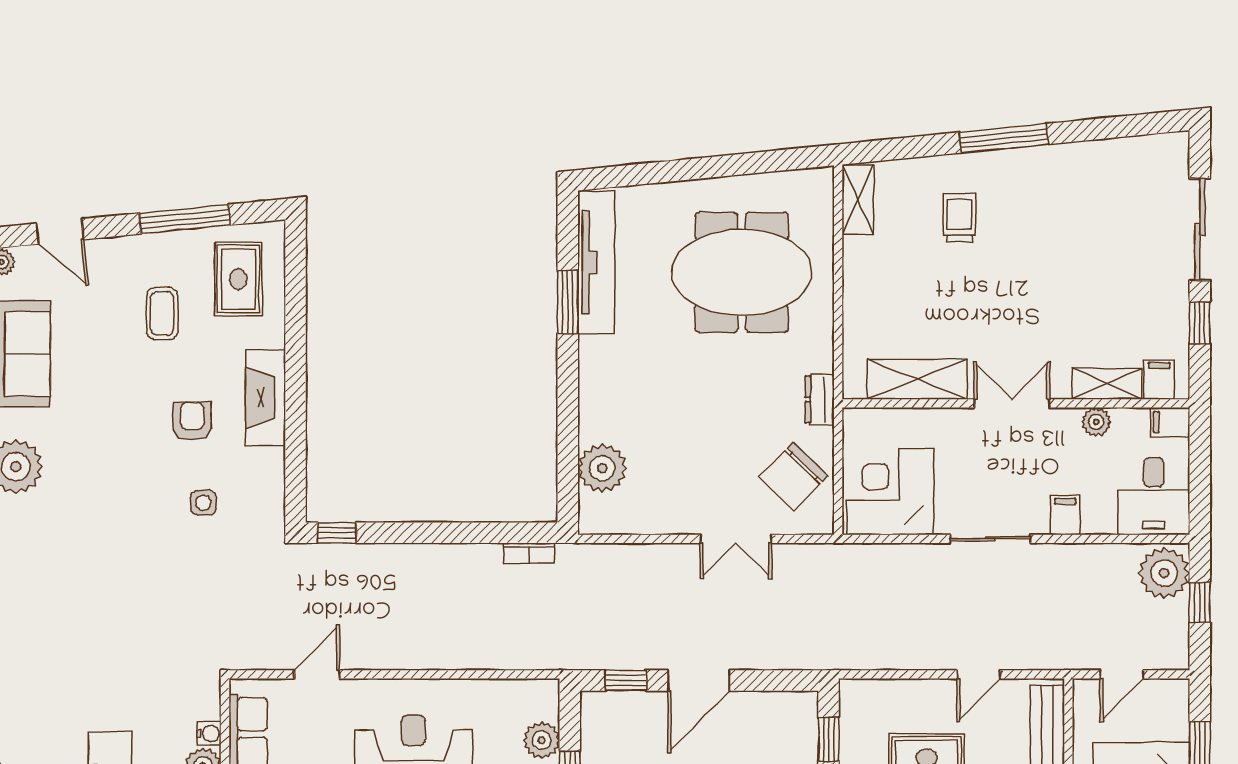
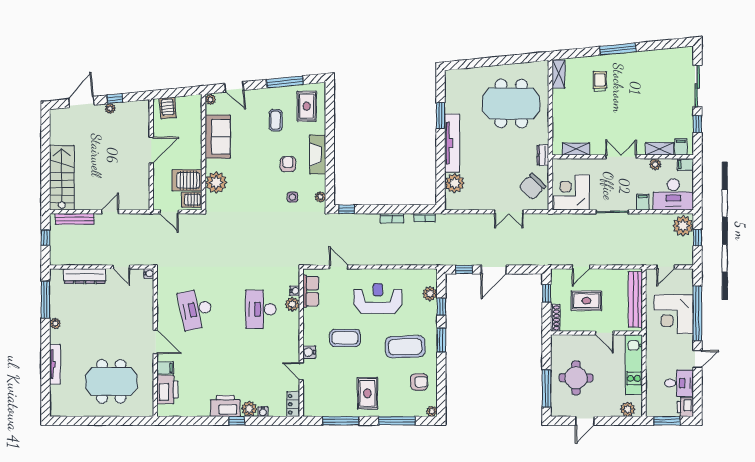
tv unit: (596, 263) -> (452, 143), moved
shelving: (917, 379) -> (576, 149), width x0.67, depth x0.75
desk: (1154, 496) -> (673, 194), width x1.37
plant: (272, 502) -> (320, 197), added
bookcase: (448, 554) -> (392, 218), added
door: (317, 674) -> (339, 267), hinge flipped
door: (979, 674) -> (581, 267), moved

